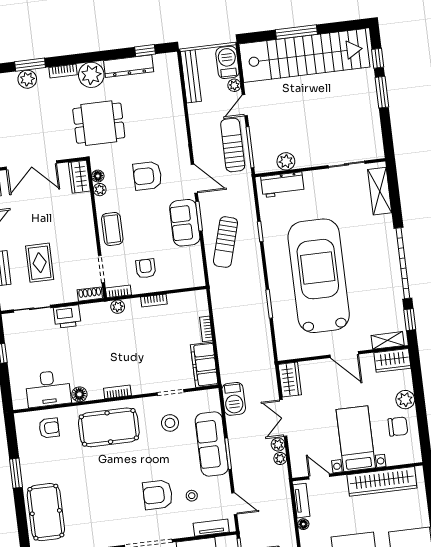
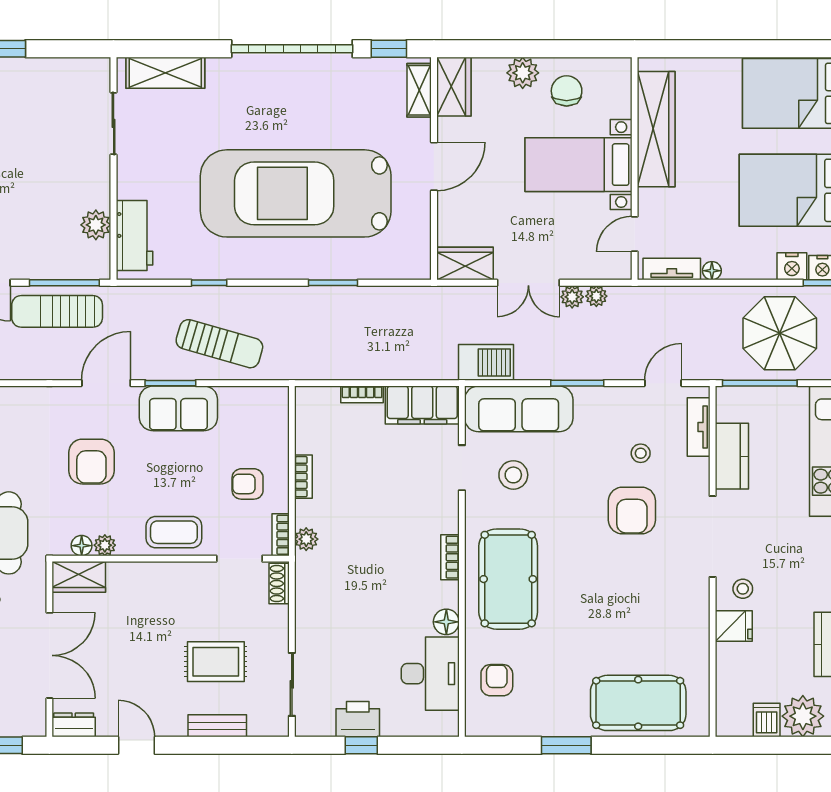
printer: (67, 317) -> (358, 719), moved, turned -90
sofa: (212, 444) -> (519, 409), moved

